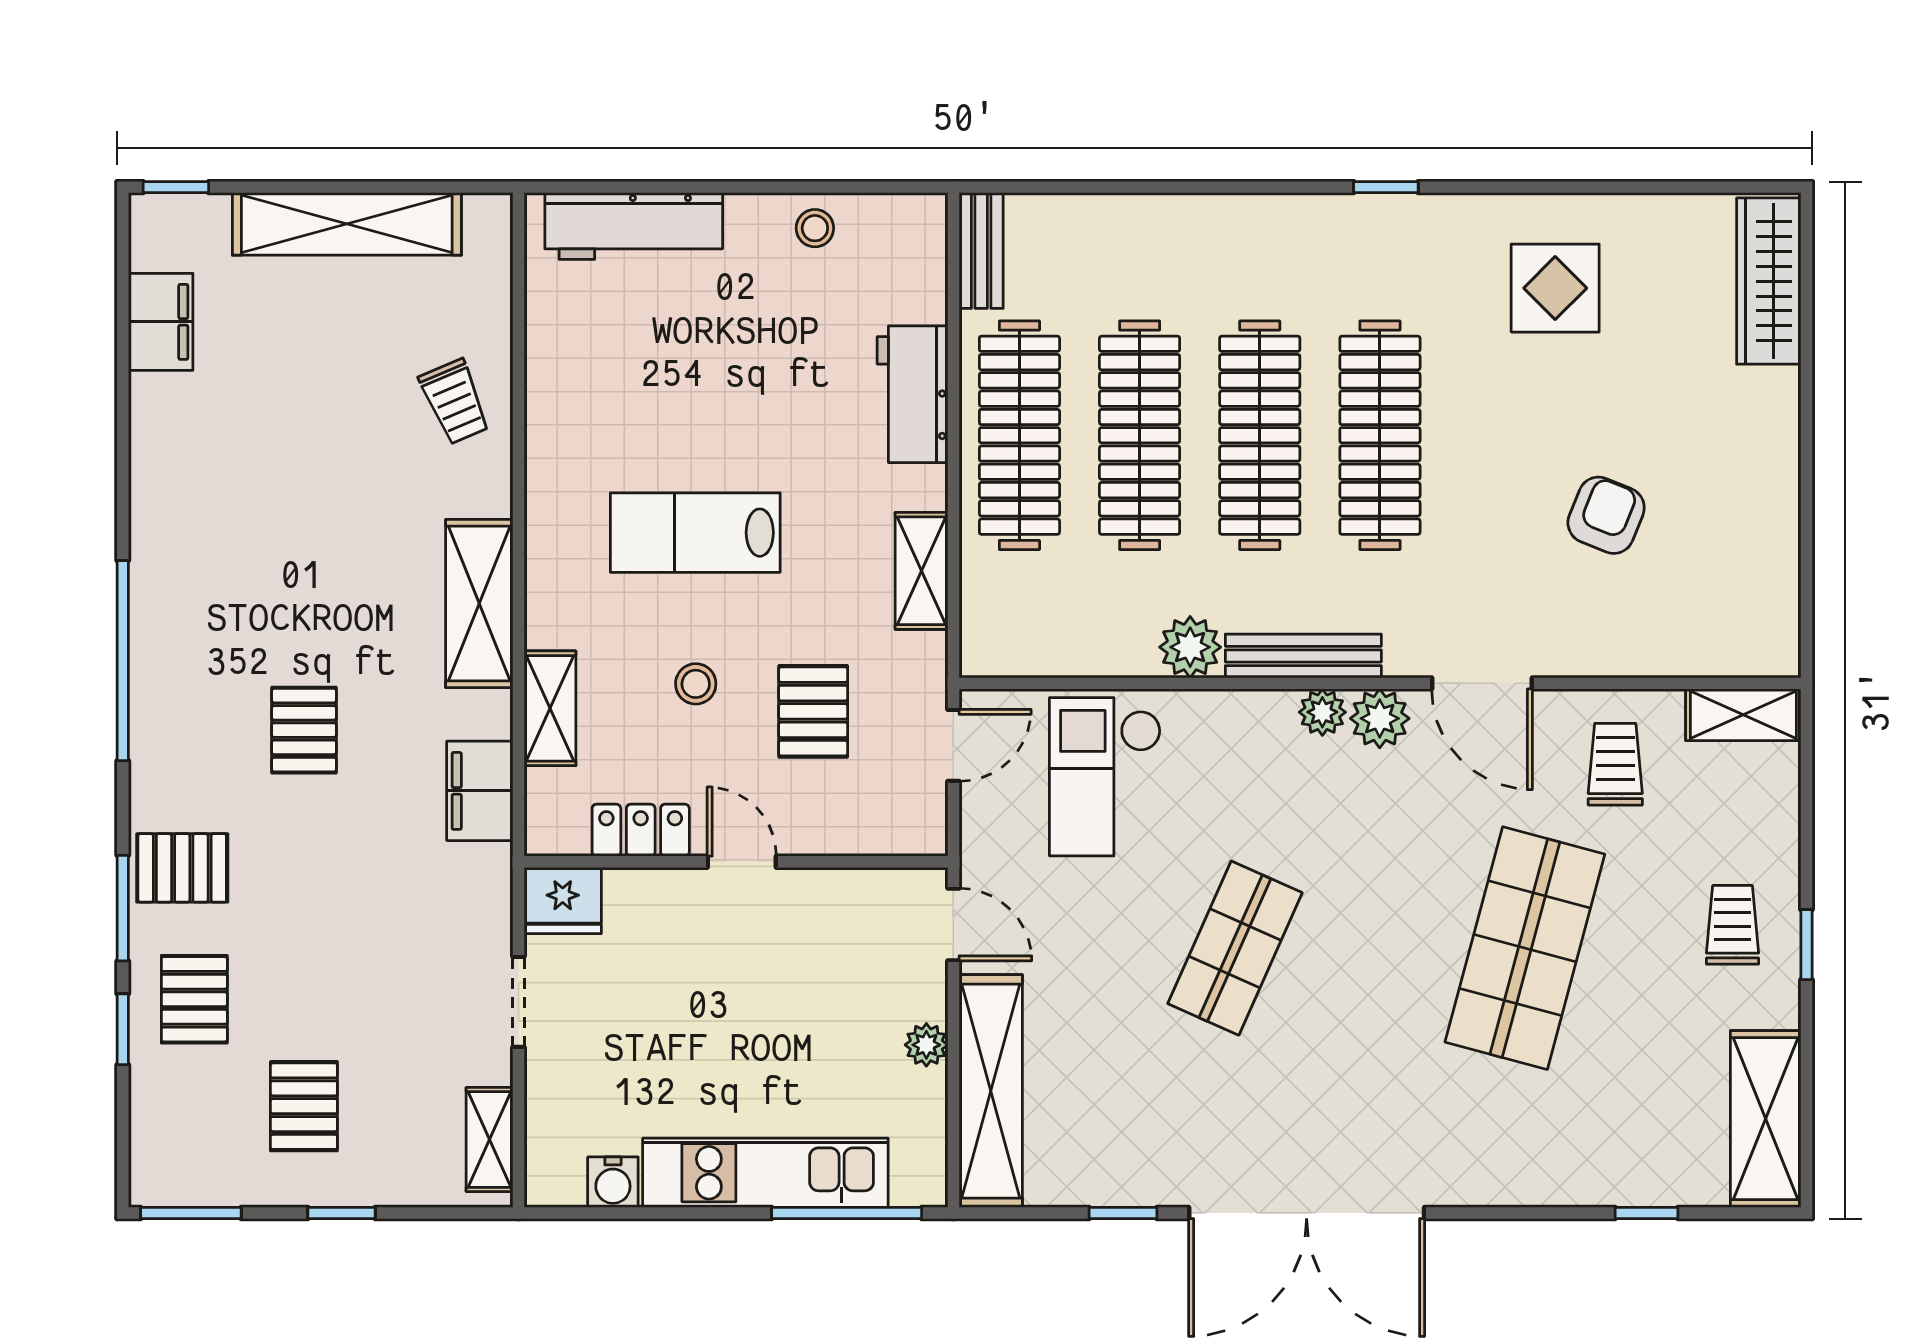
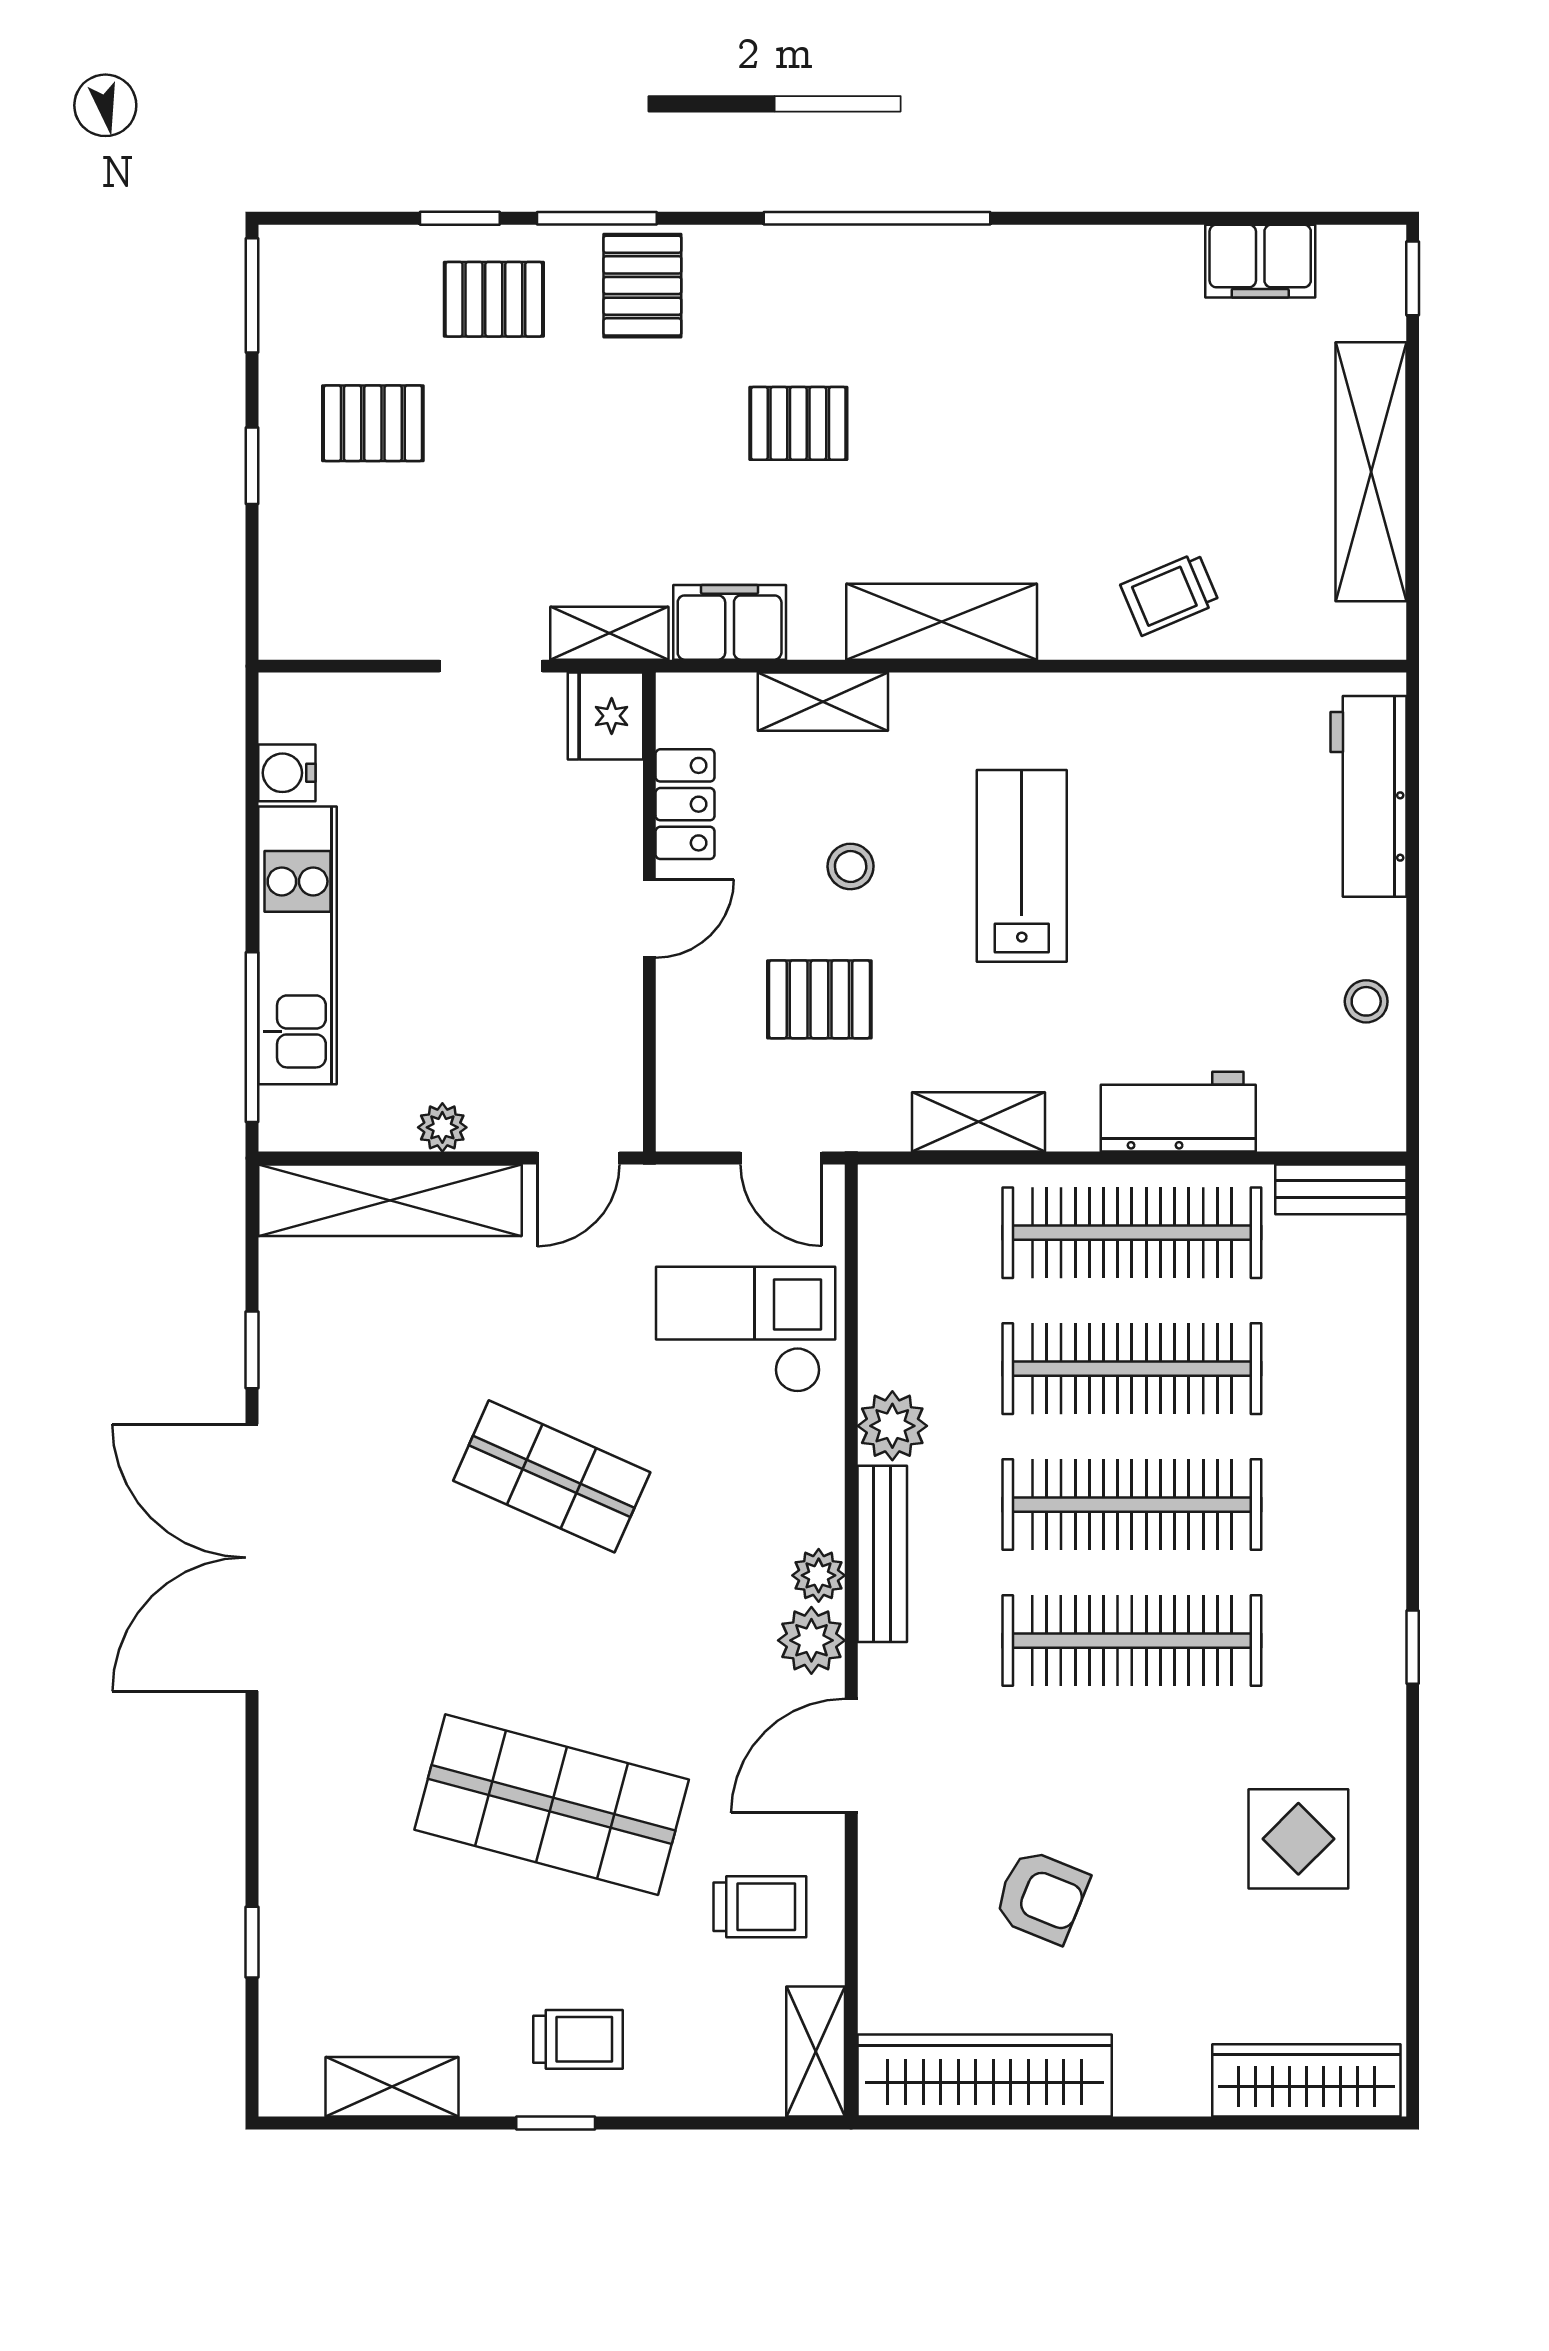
wardrobe: (1764, 565) -> (985, 2076), added
shelving: (1766, 1119) -> (392, 2087), width x0.67, depth x0.75
shelving: (490, 1140) -> (609, 633), moved

